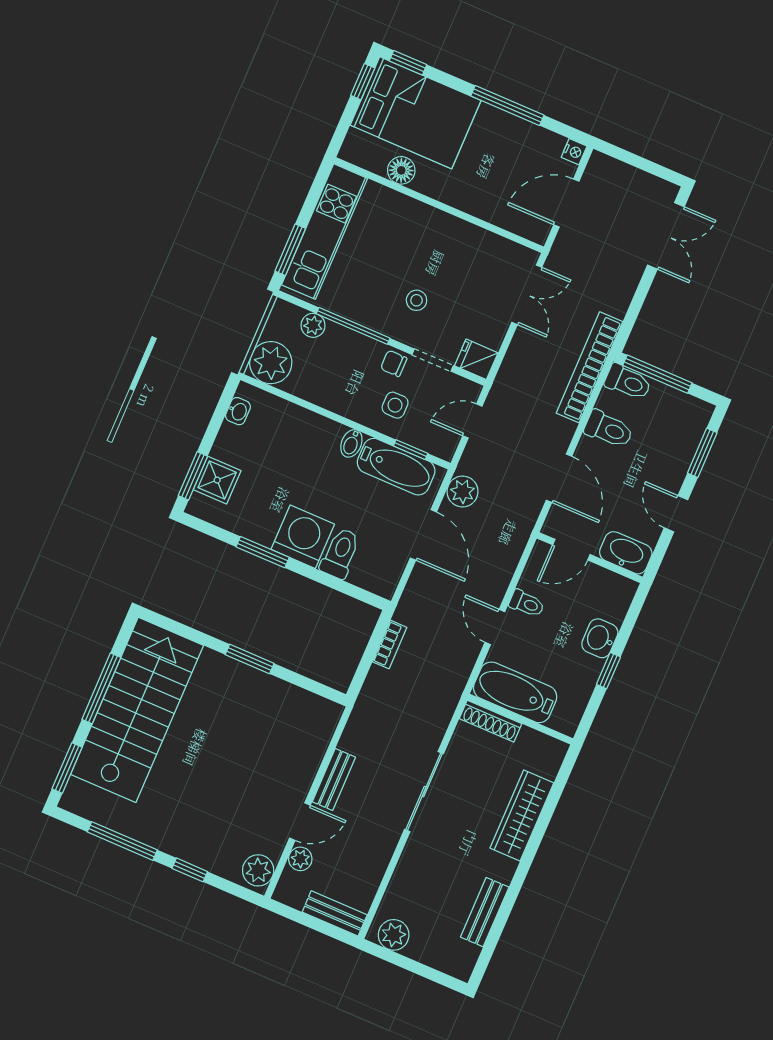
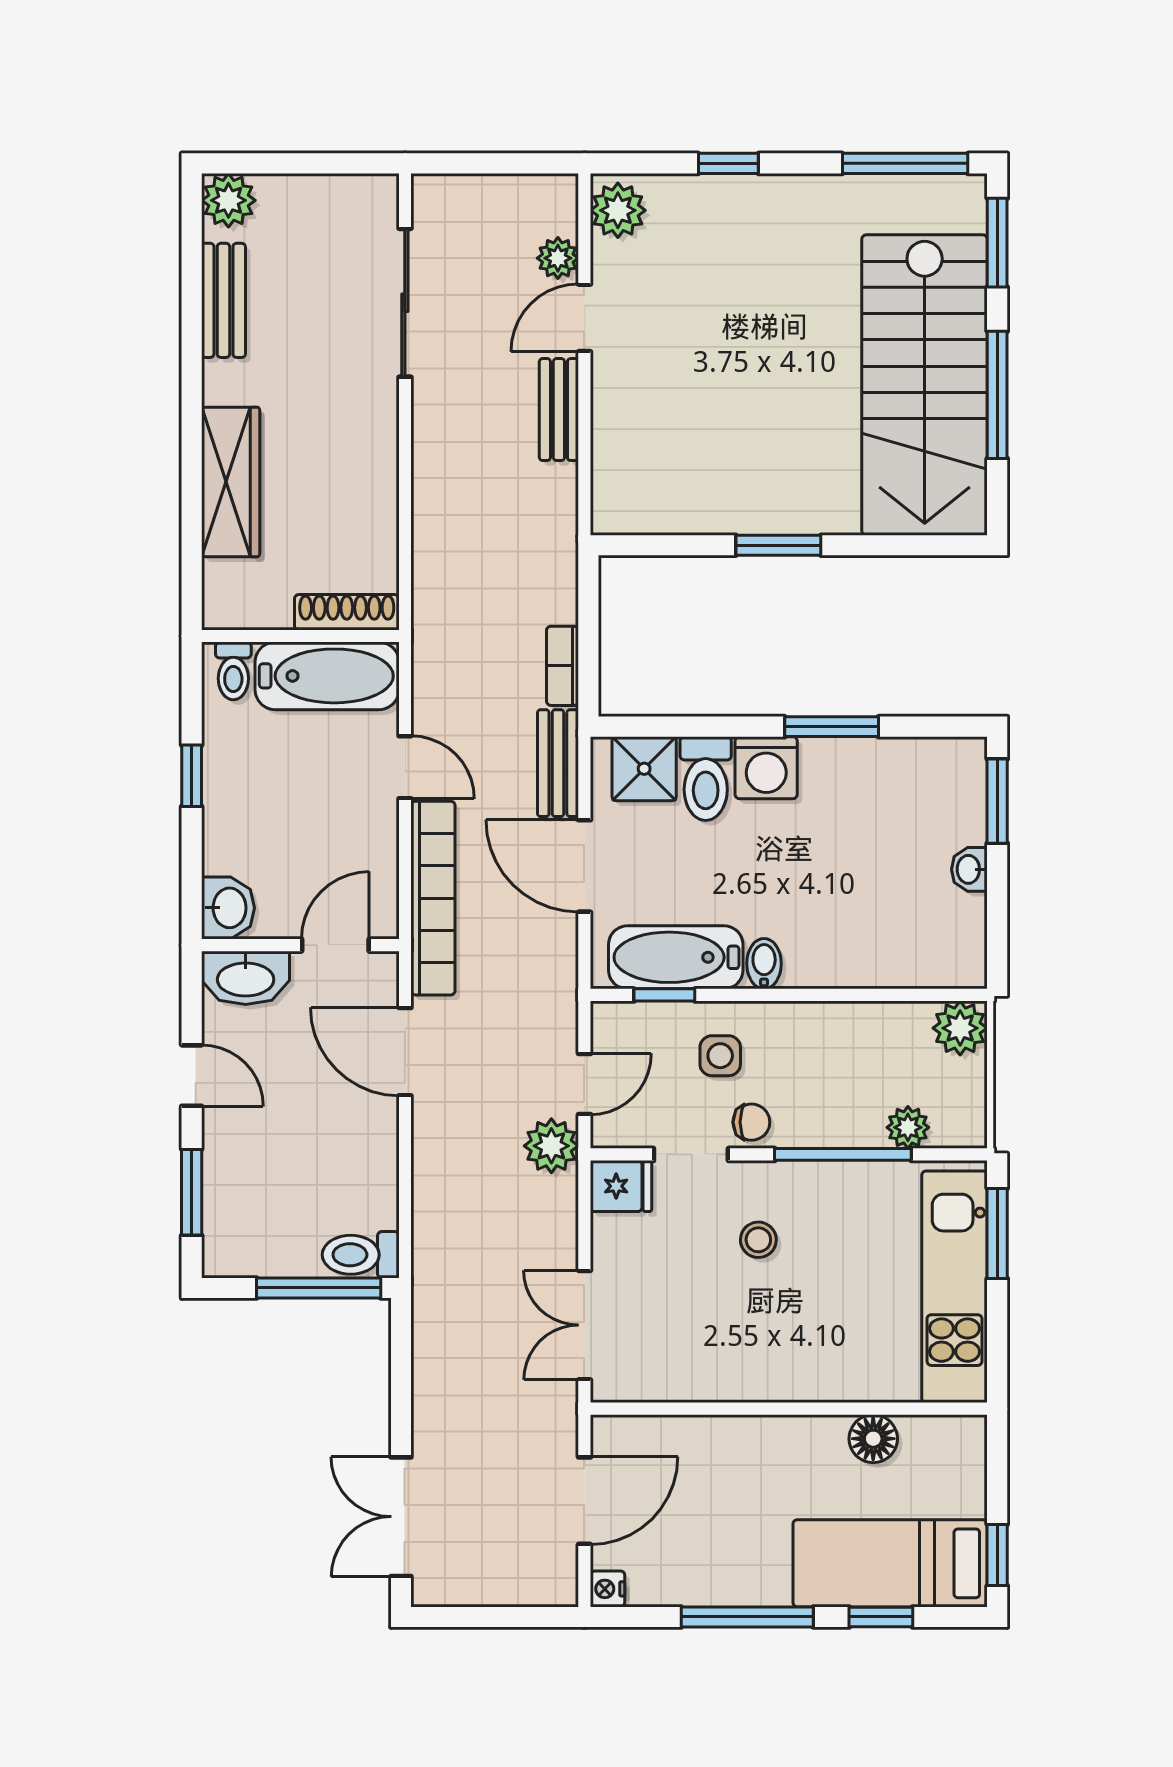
window: (408, 63) -> (881, 1617), moved
bed: (416, 113) -> (890, 1563), width x0.67
plant: (271, 363) -> (960, 1028), width x0.73, depth x0.73
bookcase: (589, 367) -> (433, 898), moved
washbasin: (238, 411) -> (969, 869), moved
toilet: (609, 429) -> (359, 1165), removed
shower: (217, 480) -> (644, 769), moved
plant: (463, 492) -> (551, 1146), moved
washing machine: (303, 537) -> (766, 768), width x0.73, depth x0.73
toilet: (527, 604) -> (233, 671), moved, turned -90
washbasin: (600, 638) -> (228, 908), moved
sliding door: (424, 792) -> (405, 303), moved
window: (122, 841) -> (905, 163), moved
bench: (335, 913) -> (558, 763), moved, turned 90
plant: (394, 935) -> (228, 200), moved

